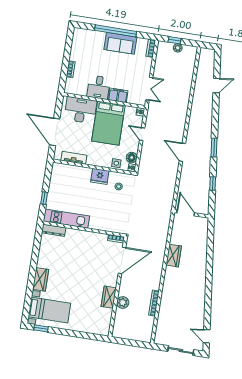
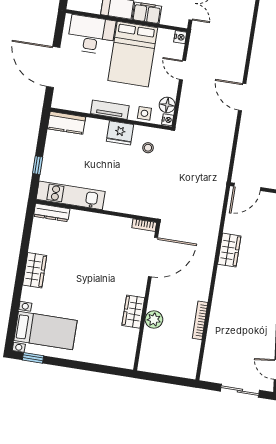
tv unit: (74, 158) -> (110, 110), moved
kitchen counter: (64, 170) -> (66, 123), added
door: (186, 213) -> (247, 187), swing flipped
wardrobe: (41, 279) -> (35, 270), moved

